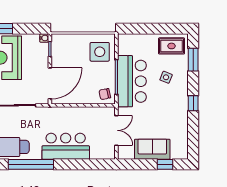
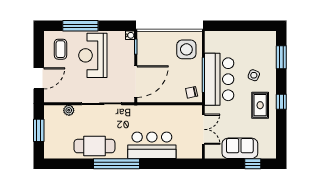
rug: (172, 46) -> (260, 105), moved, turned 90

